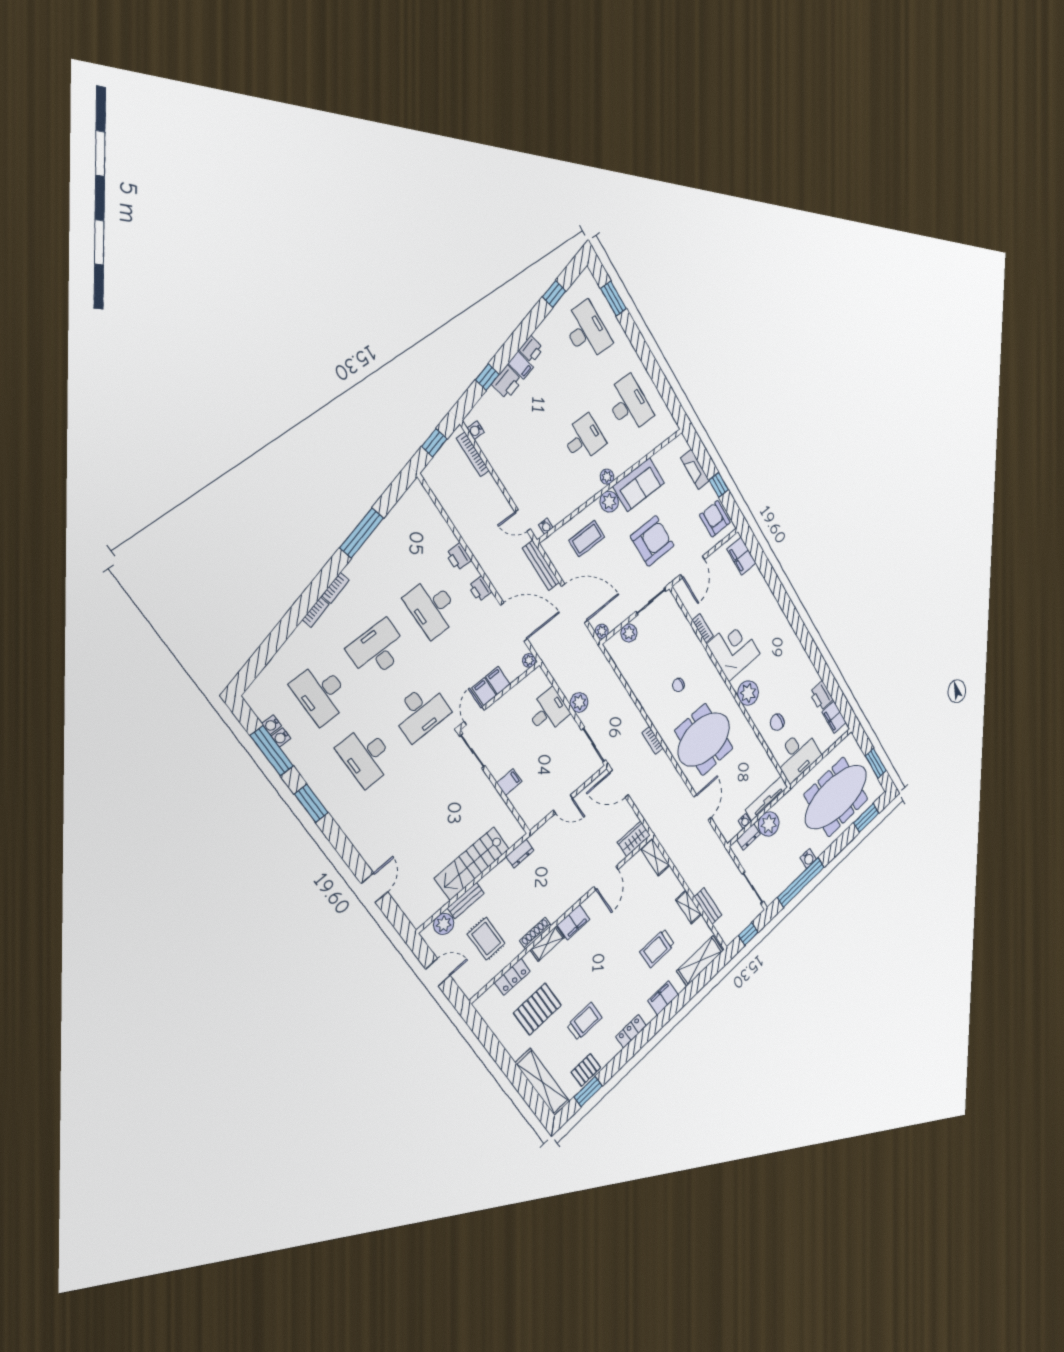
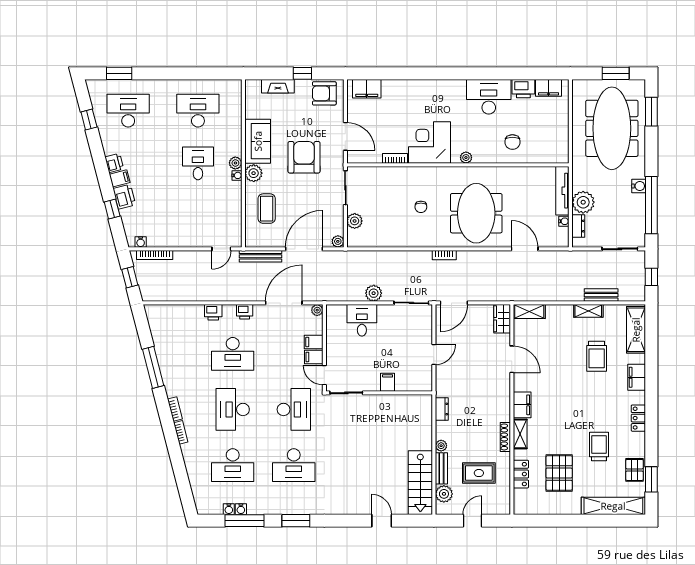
water cooler: (546, 526) -> (237, 175), moved
plant: (748, 693) -> (466, 158), width x0.53, depth x0.53
desk: (797, 755) -> (489, 97), moved, turned -90
stairs: (472, 863) -> (420, 483), moved
plant: (486, 882) -> (441, 446), added

